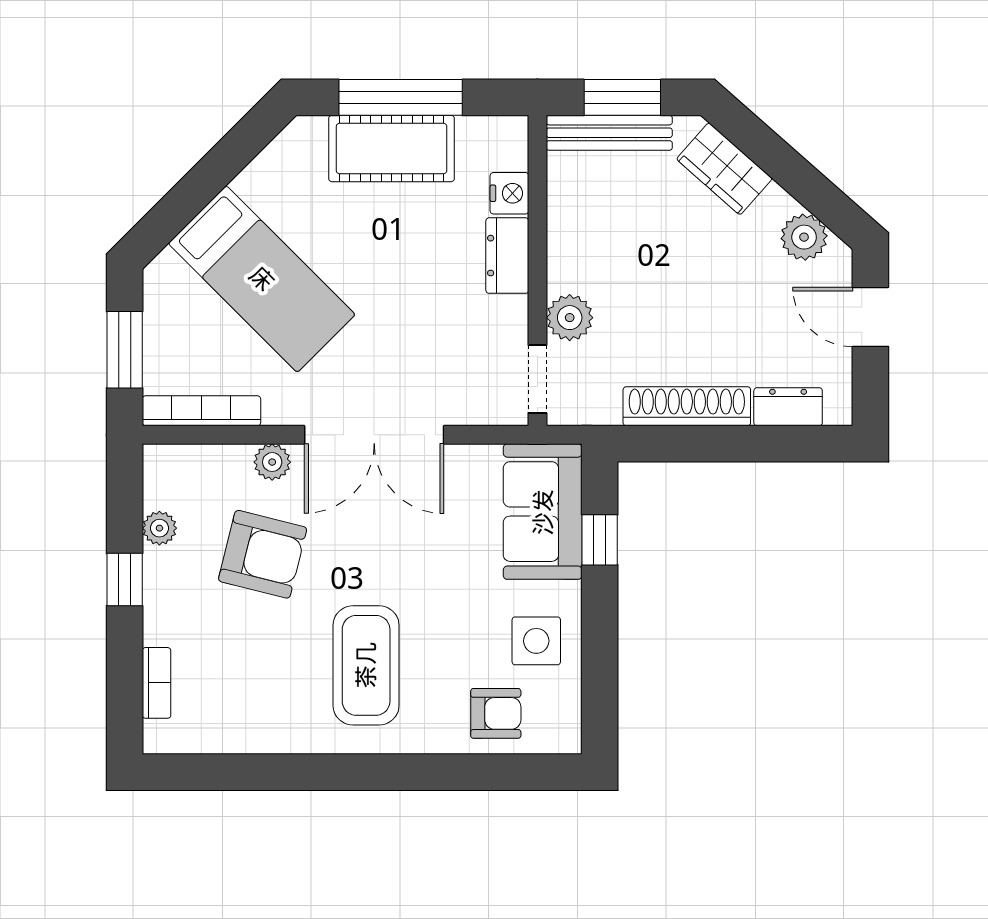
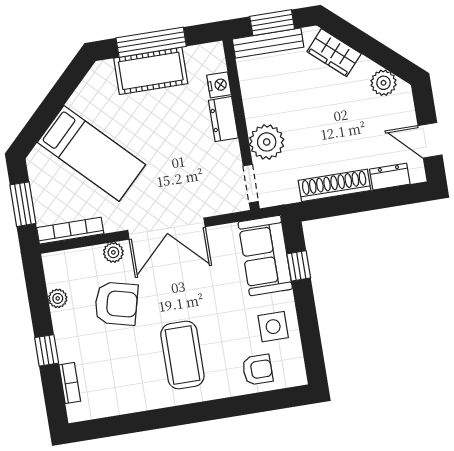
door: (870, 317) -> (430, 140), moved
plant: (570, 318) -> (267, 142), width x1.36, depth x1.36
window: (125, 580) -> (47, 350), moved

